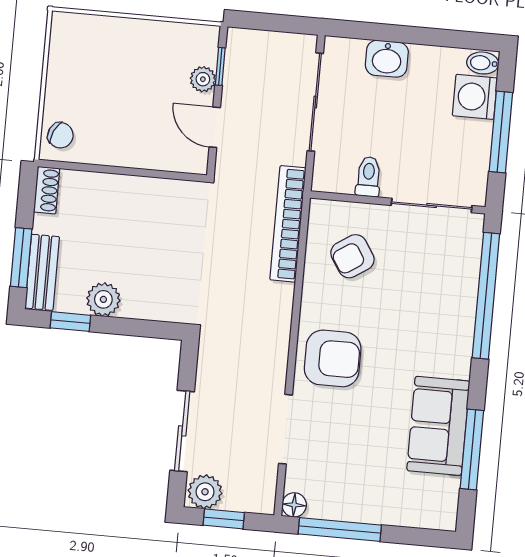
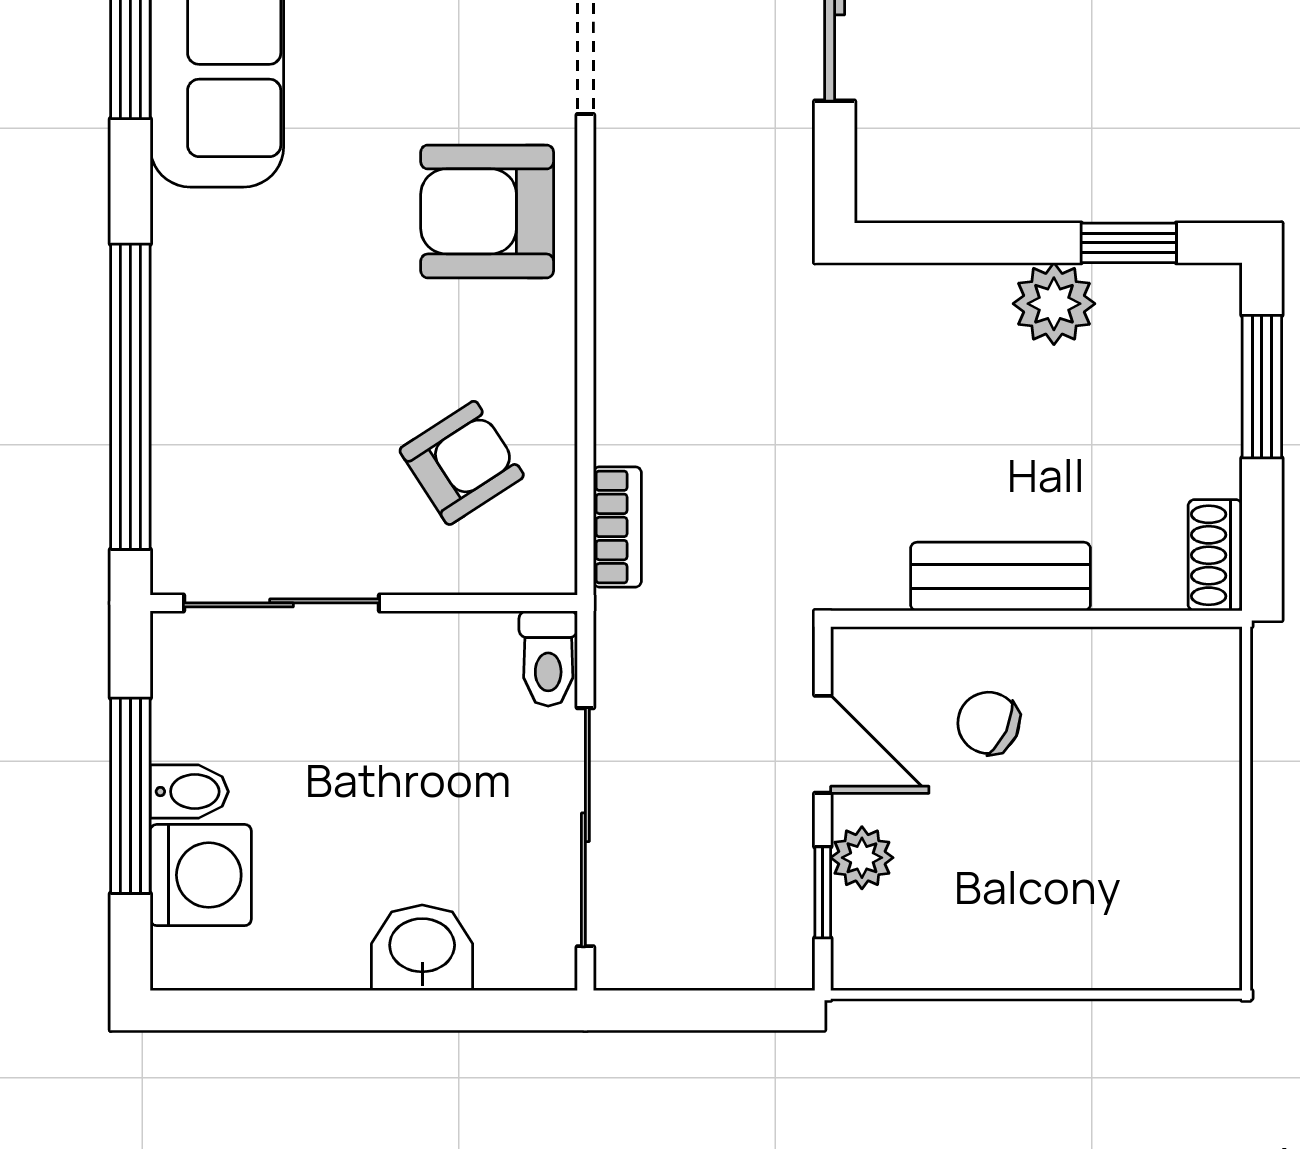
bidet: (483, 63) -> (189, 792), moved
chair: (60, 135) -> (988, 723), moved
toilet: (368, 177) -> (548, 659), moved
bookcase: (288, 224) -> (617, 527), width x0.43, depth x0.76
bench: (42, 272) -> (1000, 577), moved, turned 90

